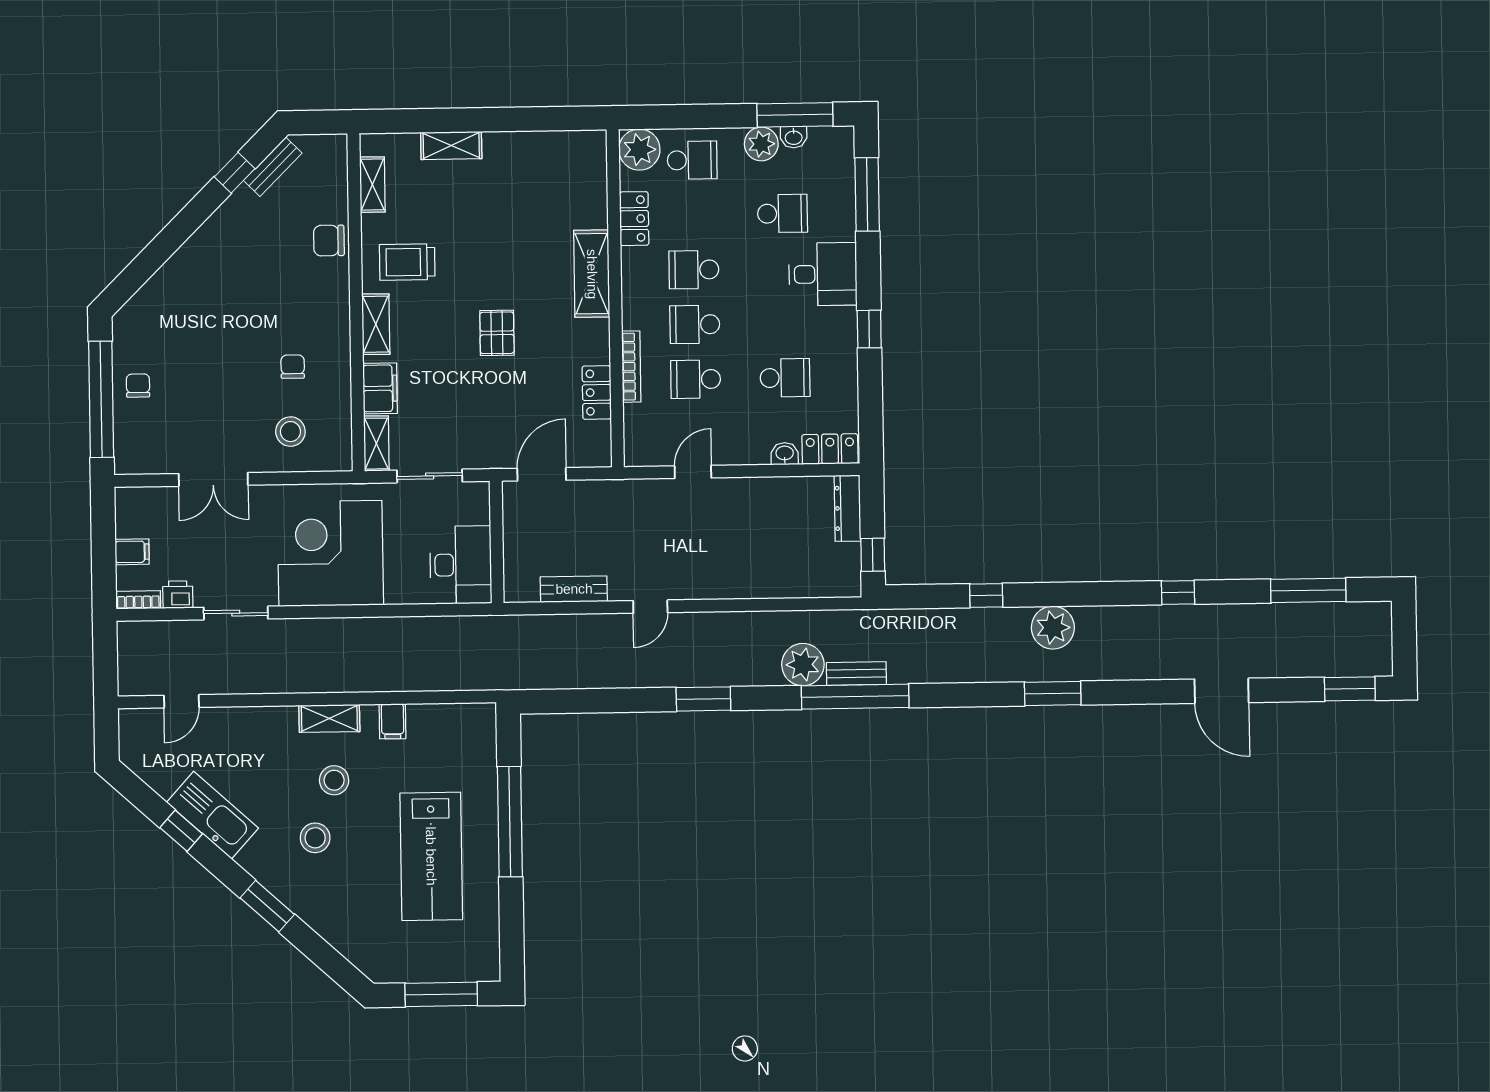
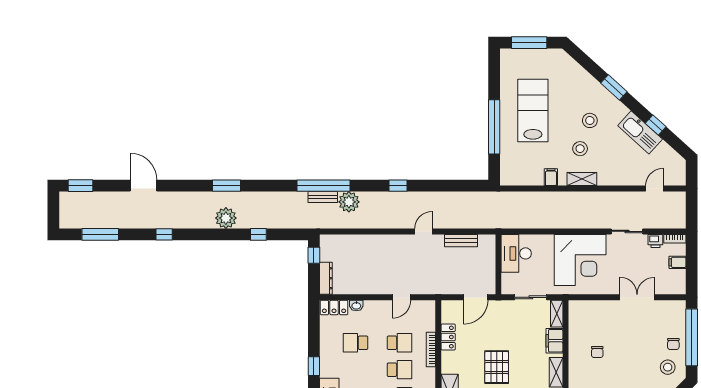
pallet: (497, 333) -> (497, 367), width x1.50, depth x1.42
stool: (290, 432) -> (668, 367), moved
window: (703, 699) -> (398, 186), width x0.67

